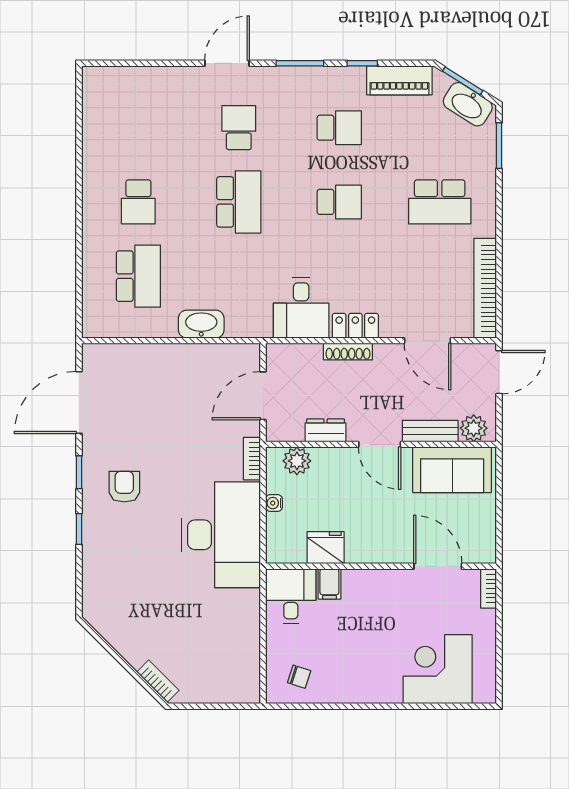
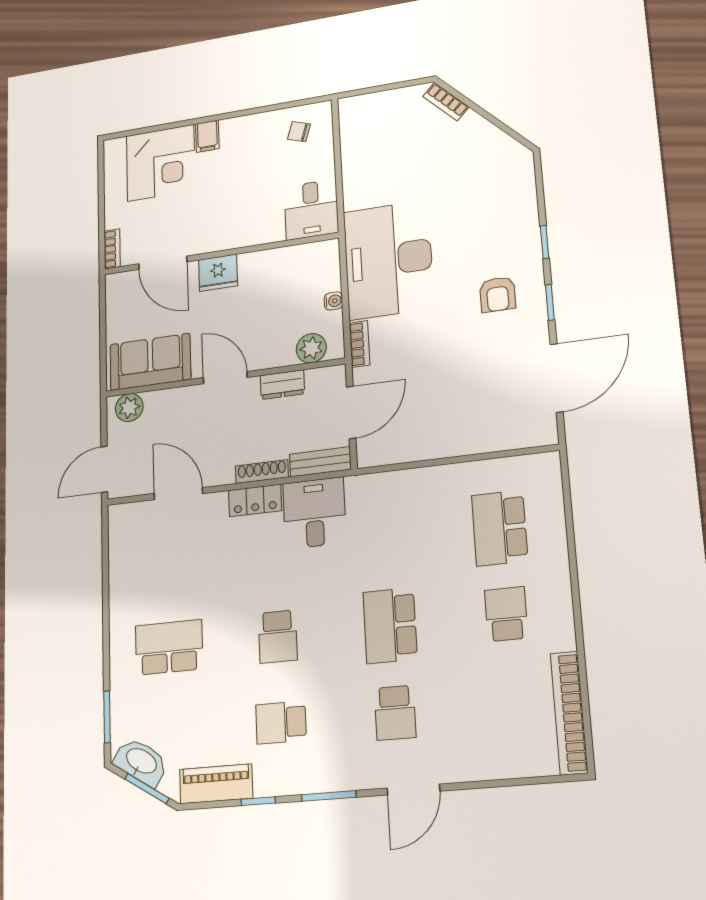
school desk: (339, 202) -> (278, 637), turned -90
bookcase: (485, 288) -> (569, 713), moved, turned 180
washbasin: (201, 324) -> (424, 482), removed
bench: (430, 431) -> (320, 462), moved
fridge: (326, 548) -> (218, 273), moved
filing cabinet: (329, 584) -> (207, 136), moved, turned 180

